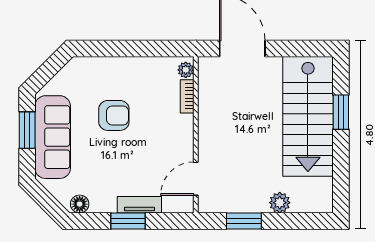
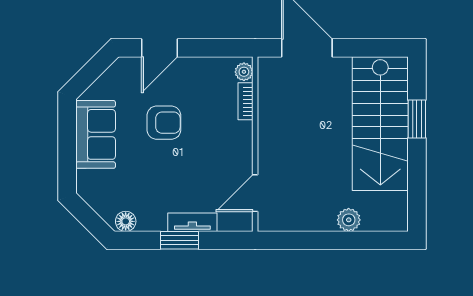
door: (110, 48) -> (159, 48), added
window: (27, 130) -> (67, 139), removed
sofa: (53, 137) -> (96, 134), width x0.73
window: (244, 221) -> (309, 240), removed

